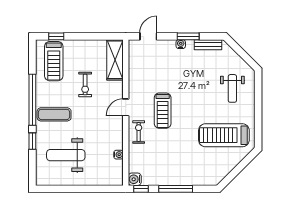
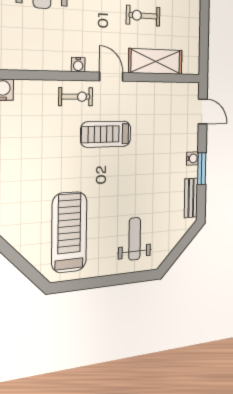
shelving: (115, 60) -> (156, 61), moved
weight bench: (232, 88) -> (135, 239), turned 90
water cooler: (118, 155) -> (78, 65), moved

